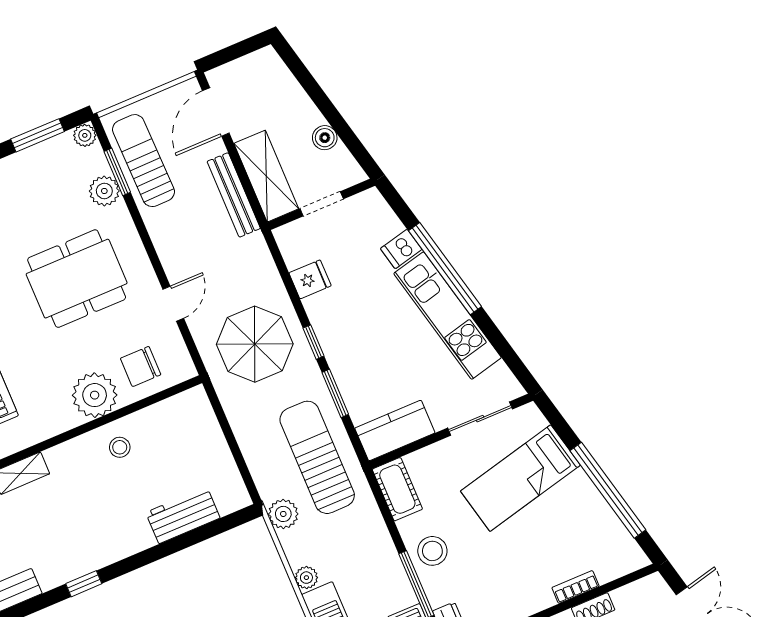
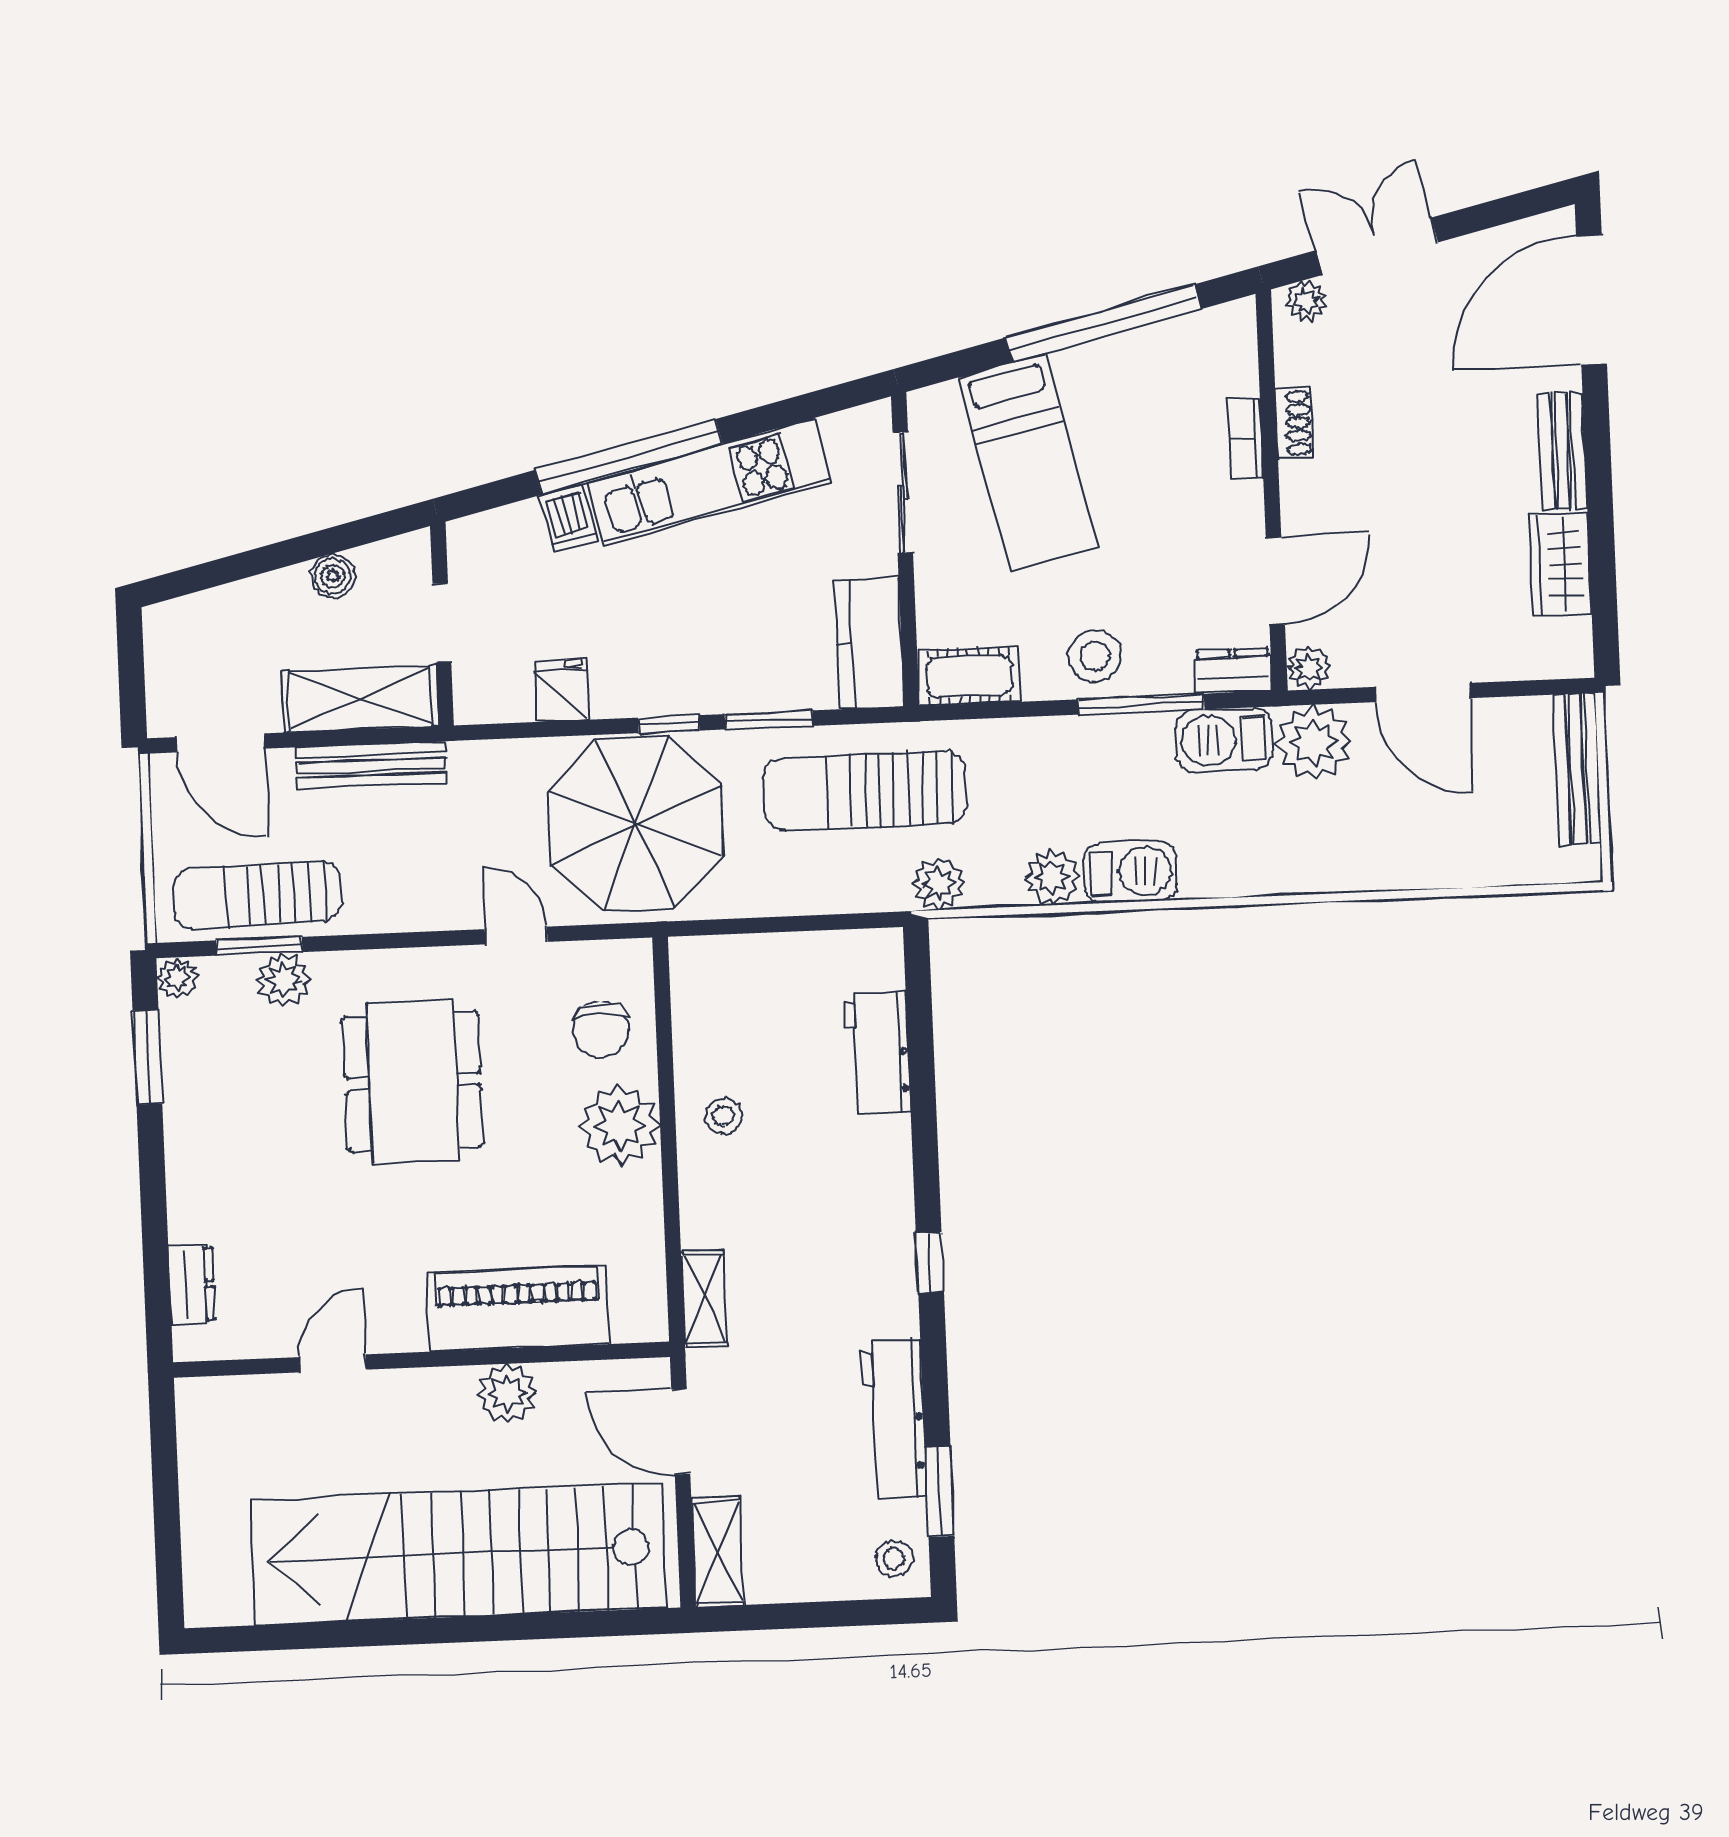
parasol: (255, 344) -> (635, 824), width x1.36, depth x1.36
plant: (306, 578) -> (1052, 877), width x1.38, depth x1.38
plant: (659, 591) -> (1306, 301), added

